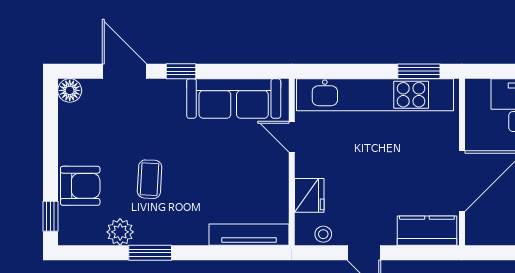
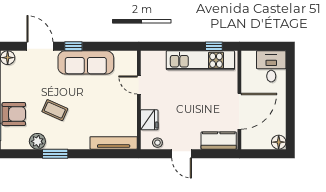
window: (419, 71) -> (214, 46), width x0.67
kitchen unit: (375, 95) -> (200, 60), width x0.73
sofa: (234, 99) -> (86, 62), moved
coffee table: (150, 179) -> (55, 110), turned -69

